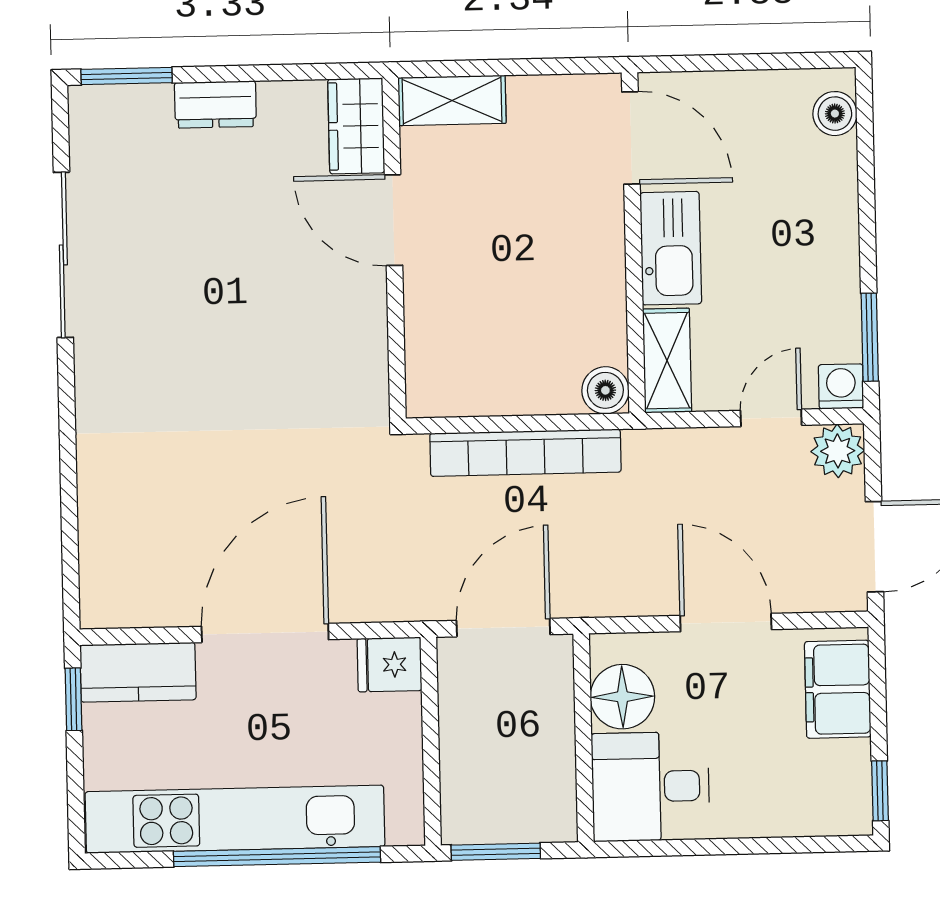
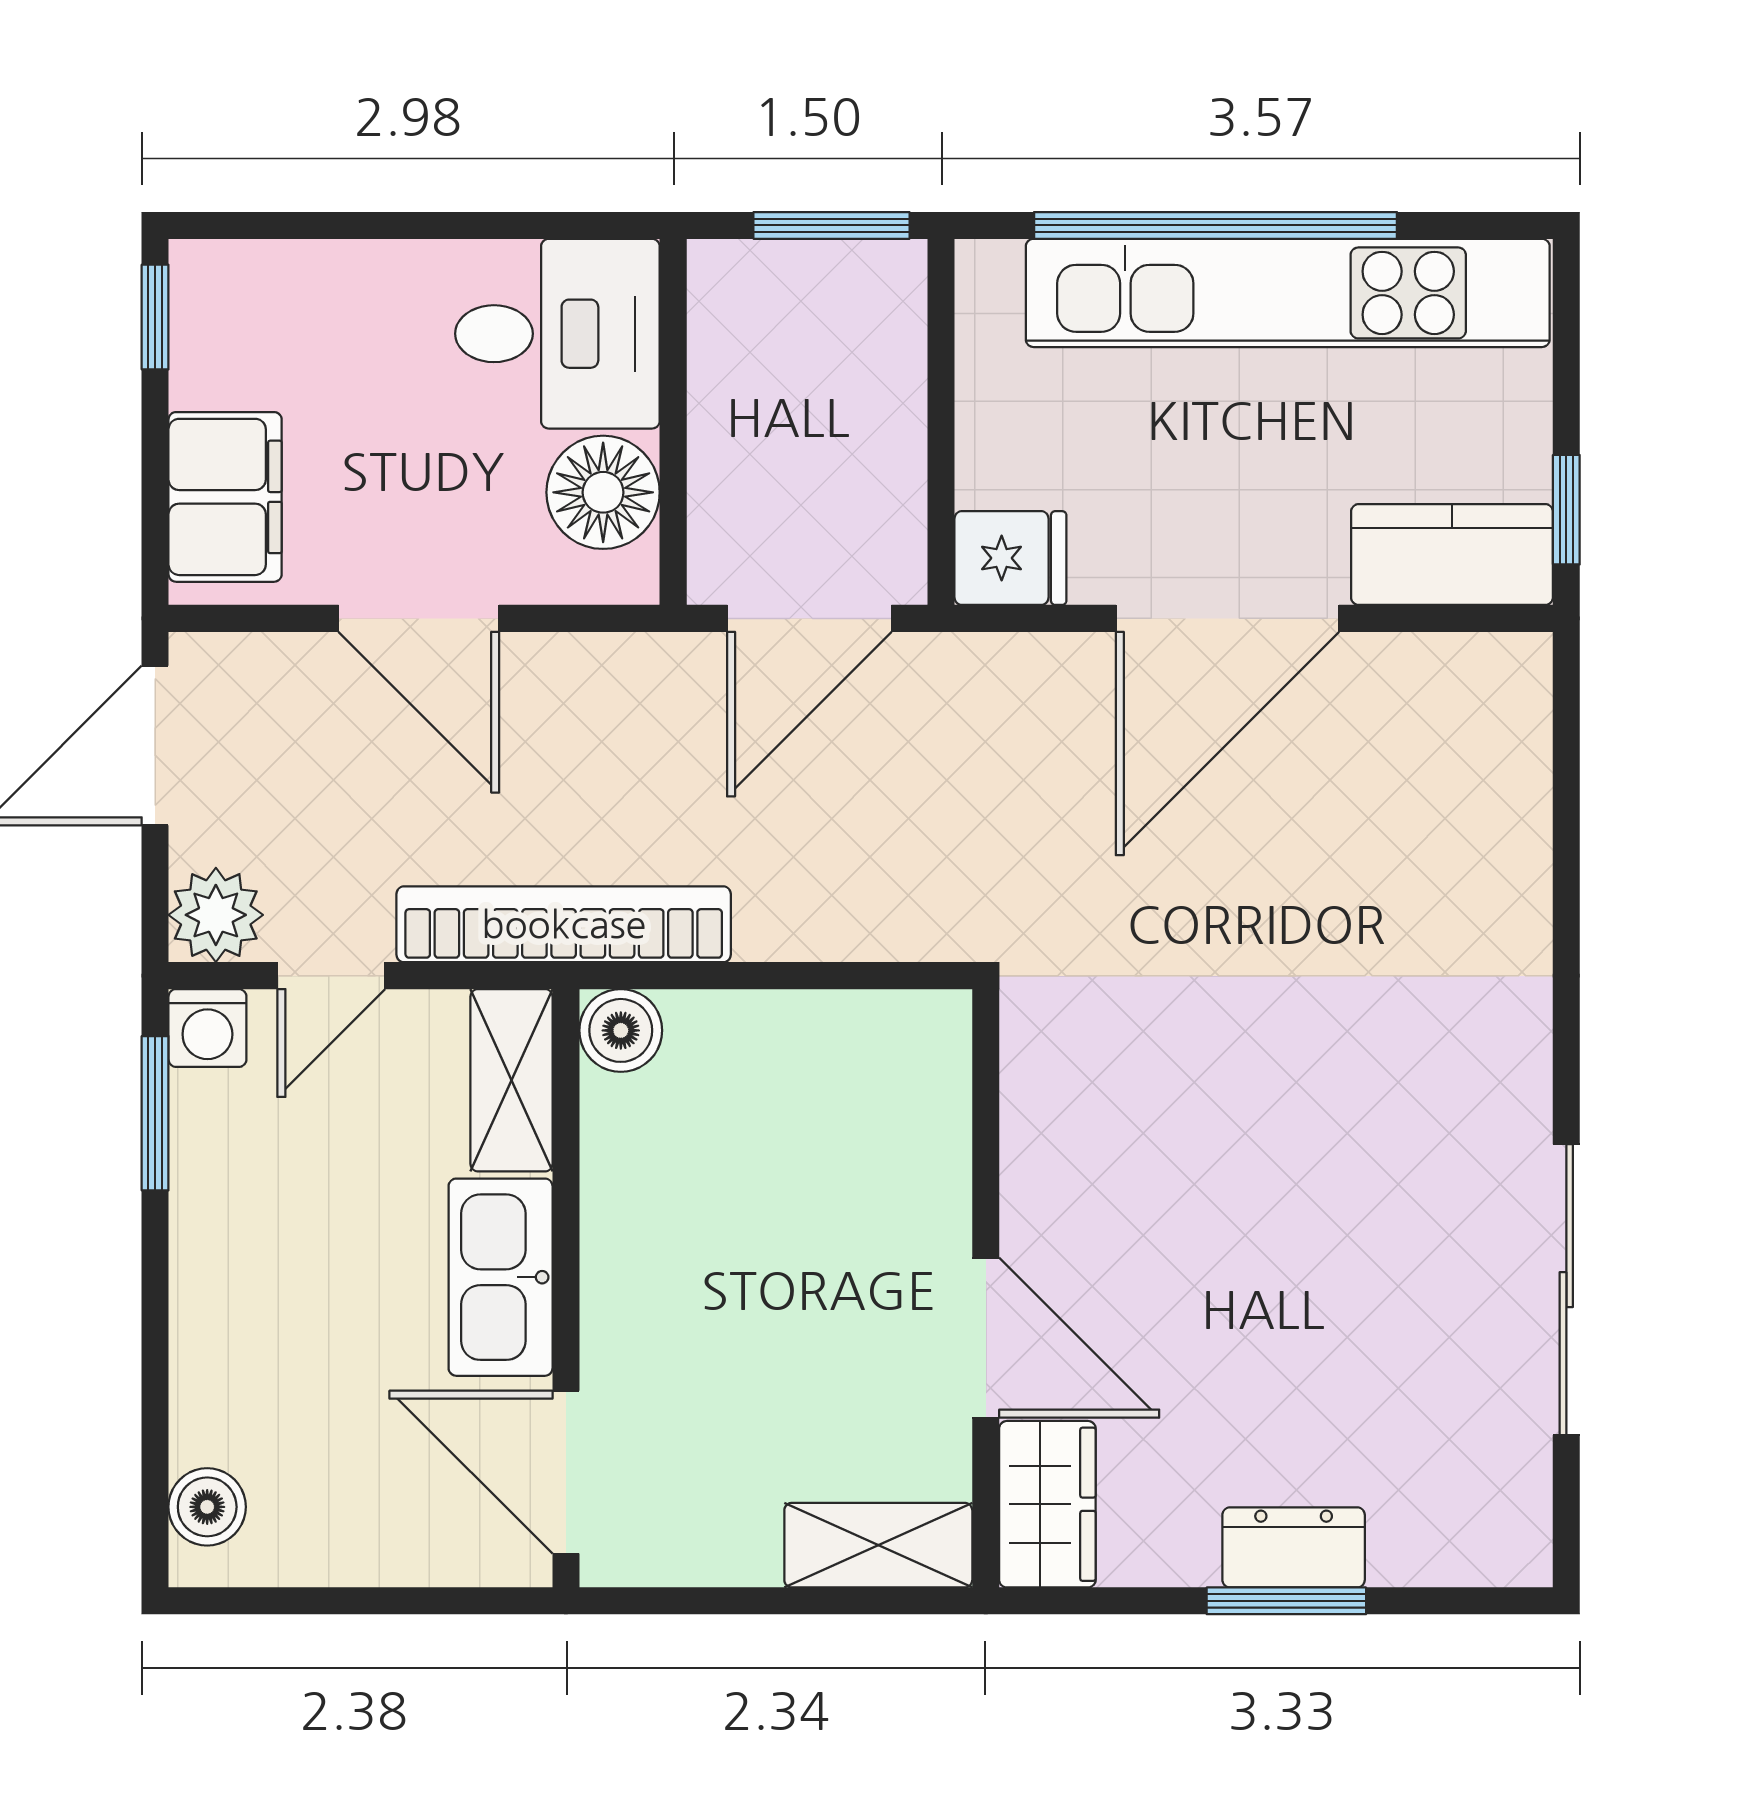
window: (127, 76) -> (1286, 1601), moved
bookcase: (525, 453) -> (564, 924), moved

